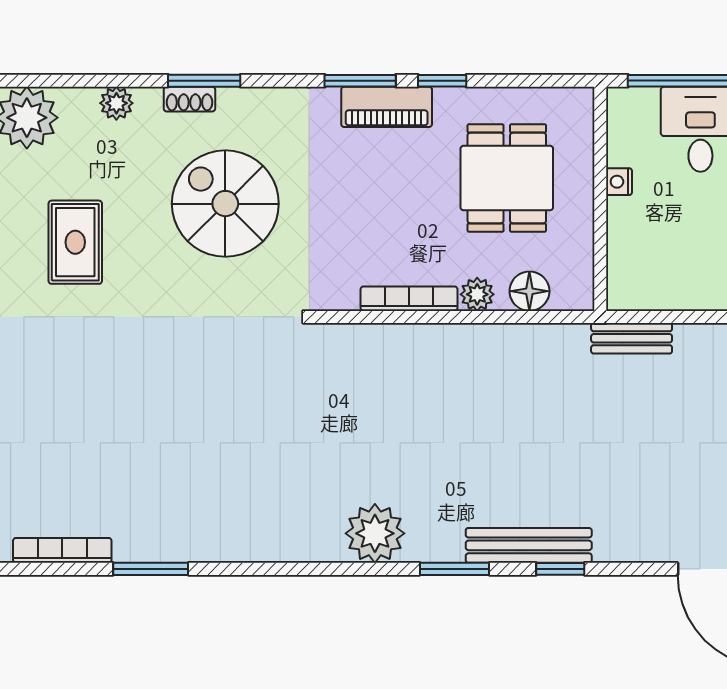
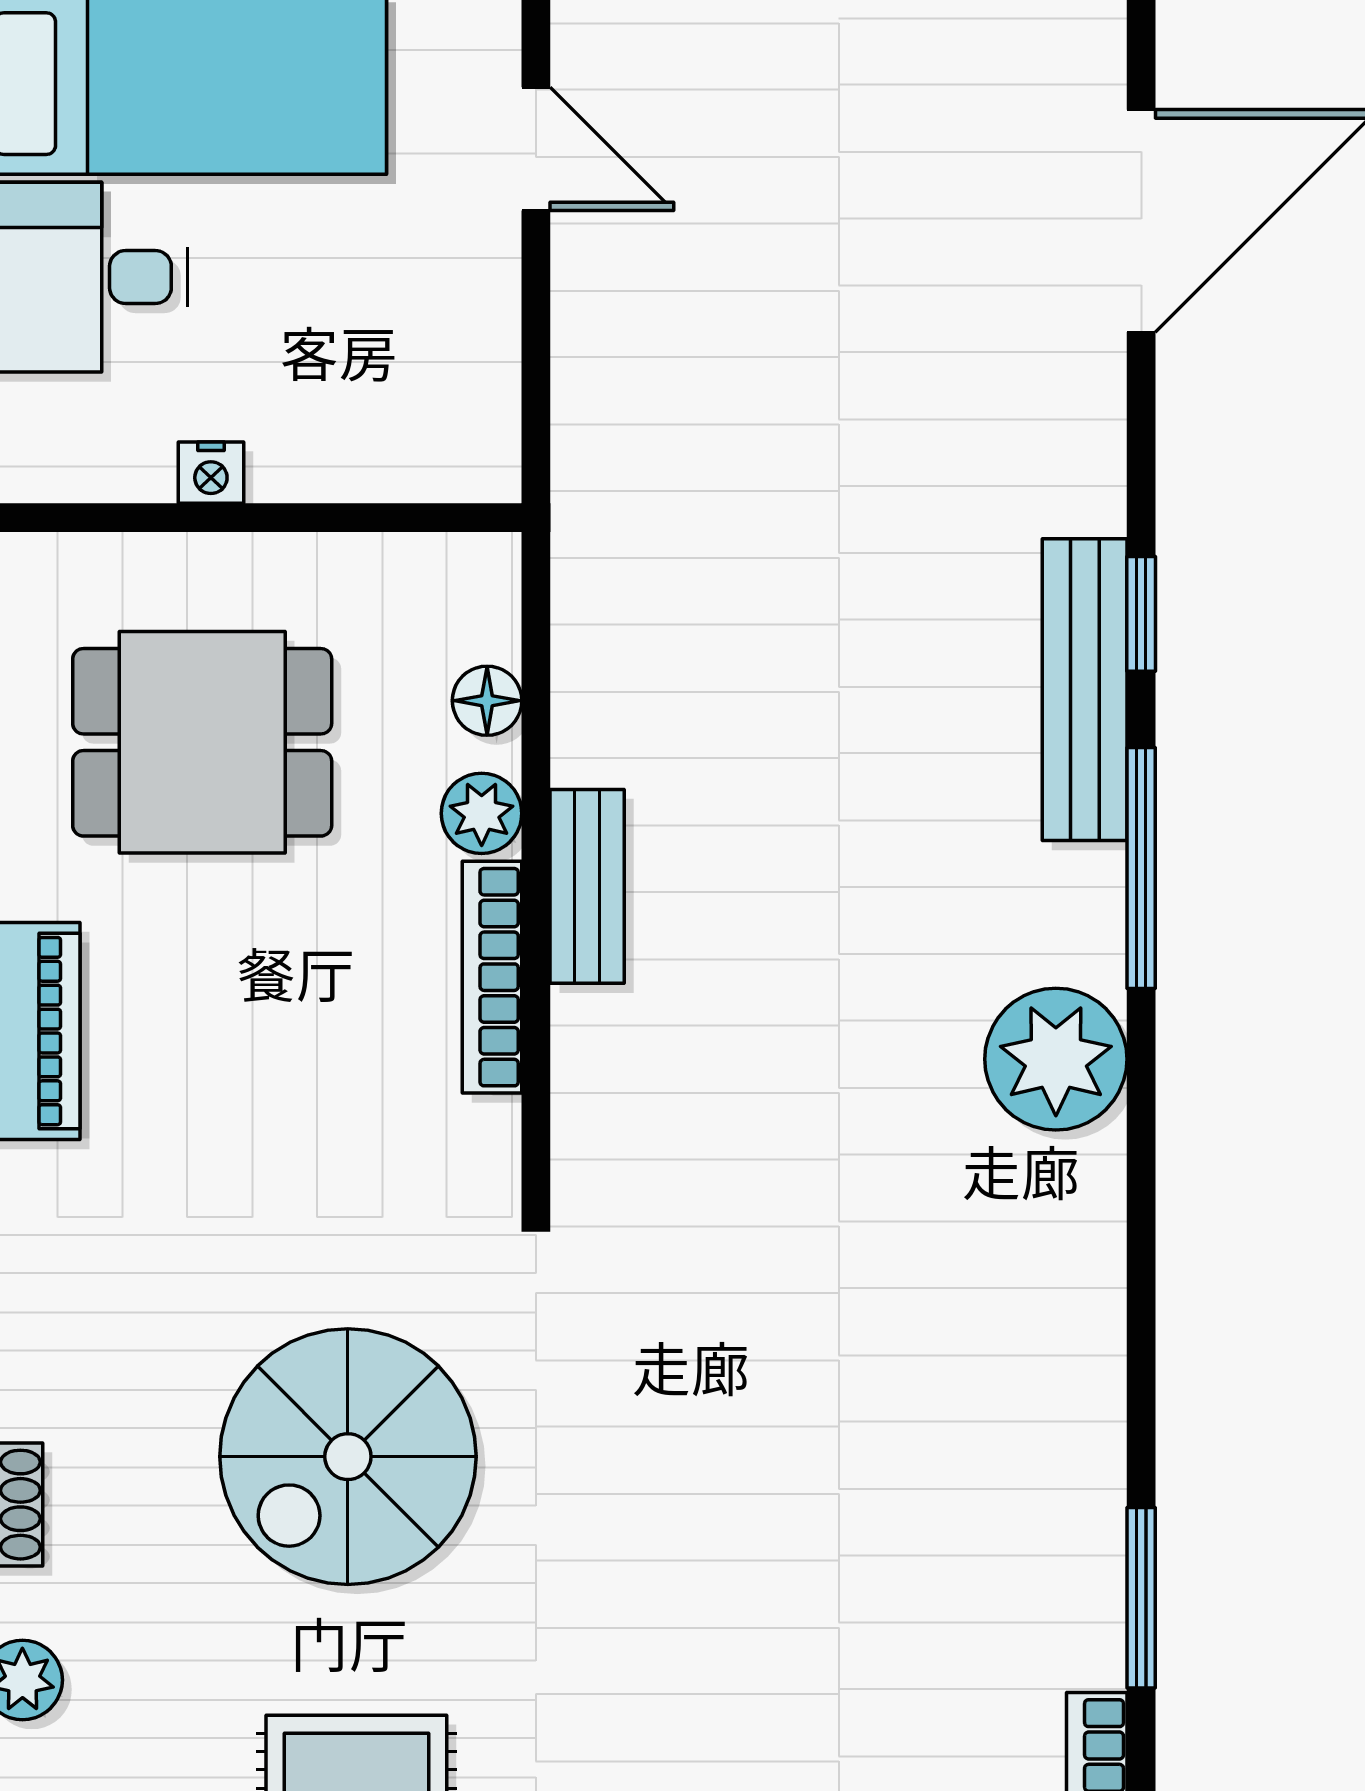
spiral stairs: (225, 204) -> (348, 1457), moved
floor lamp: (529, 291) -> (487, 701), width x0.73, depth x0.73
bench: (632, 338) -> (587, 886), moved
window: (454, 569) -> (1141, 868), width x1.44

